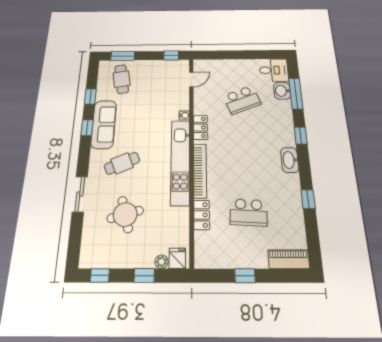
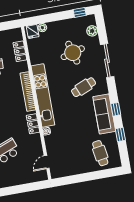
window: (171, 55) -> (66, 181), removed
window: (123, 56) -> (104, 174), removed
sliding door: (80, 194) -> (107, 61), width x1.37
locker: (202, 215) -> (20, 51), moved
plant: (89, 242) -> (92, 31), added
window: (144, 276) -> (52, 18), removed

